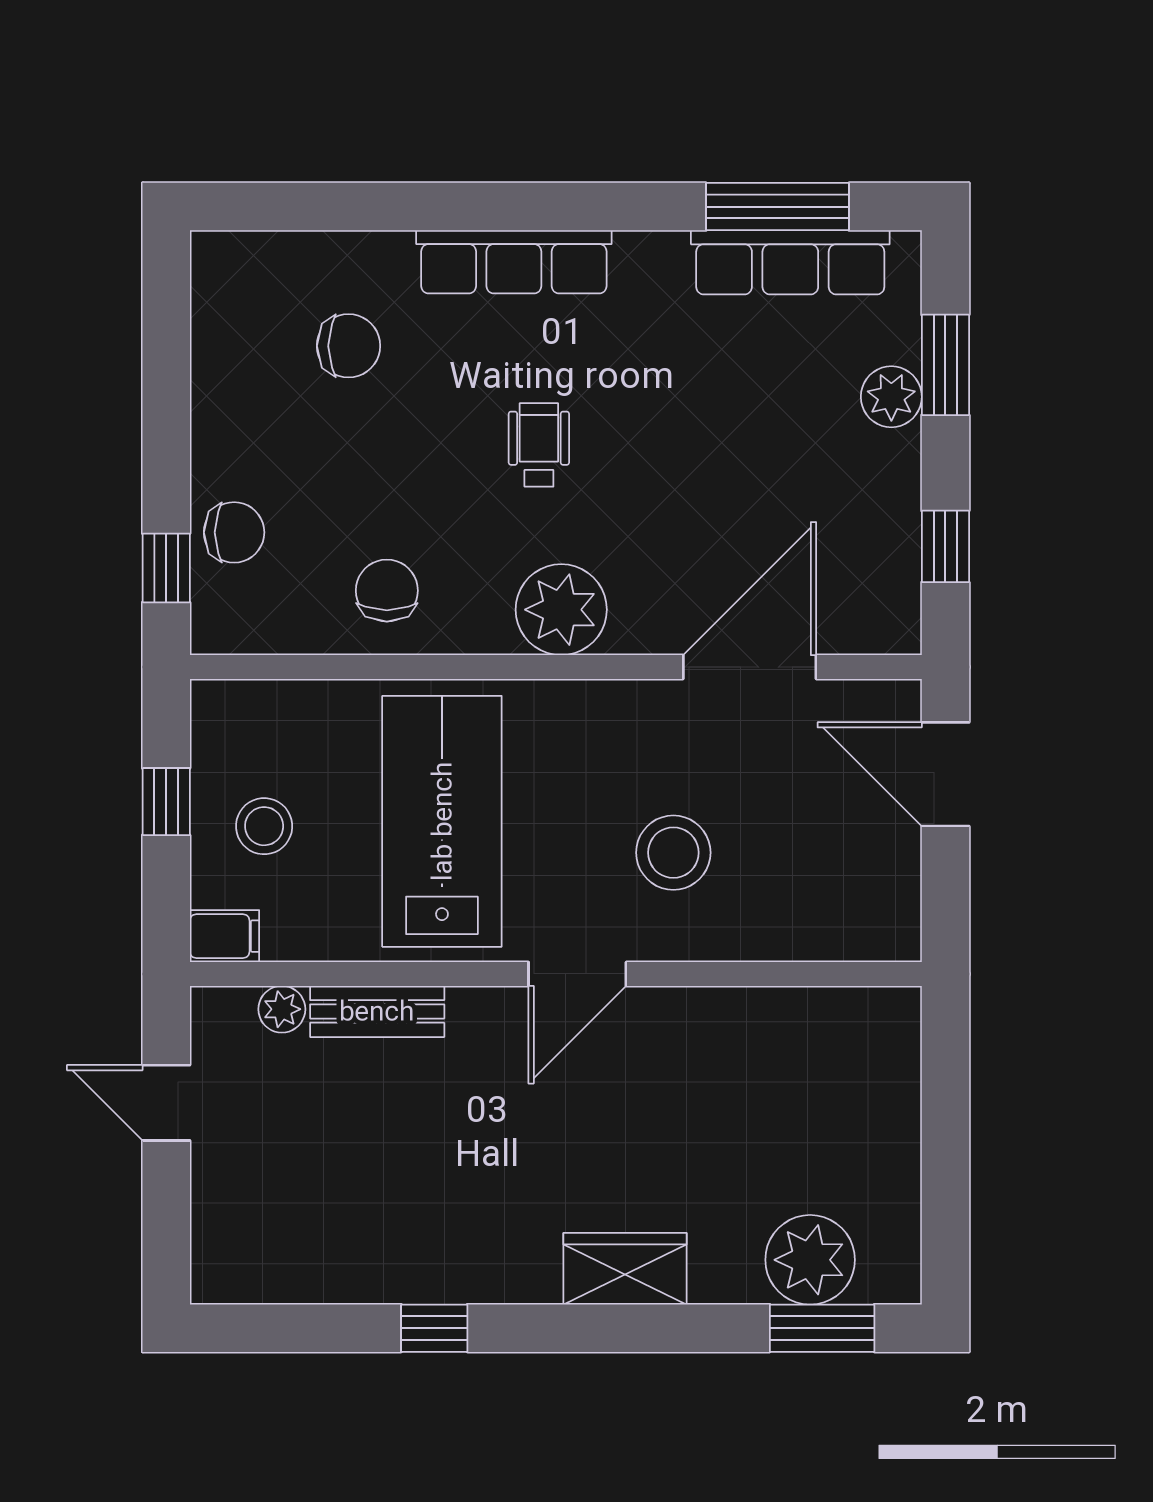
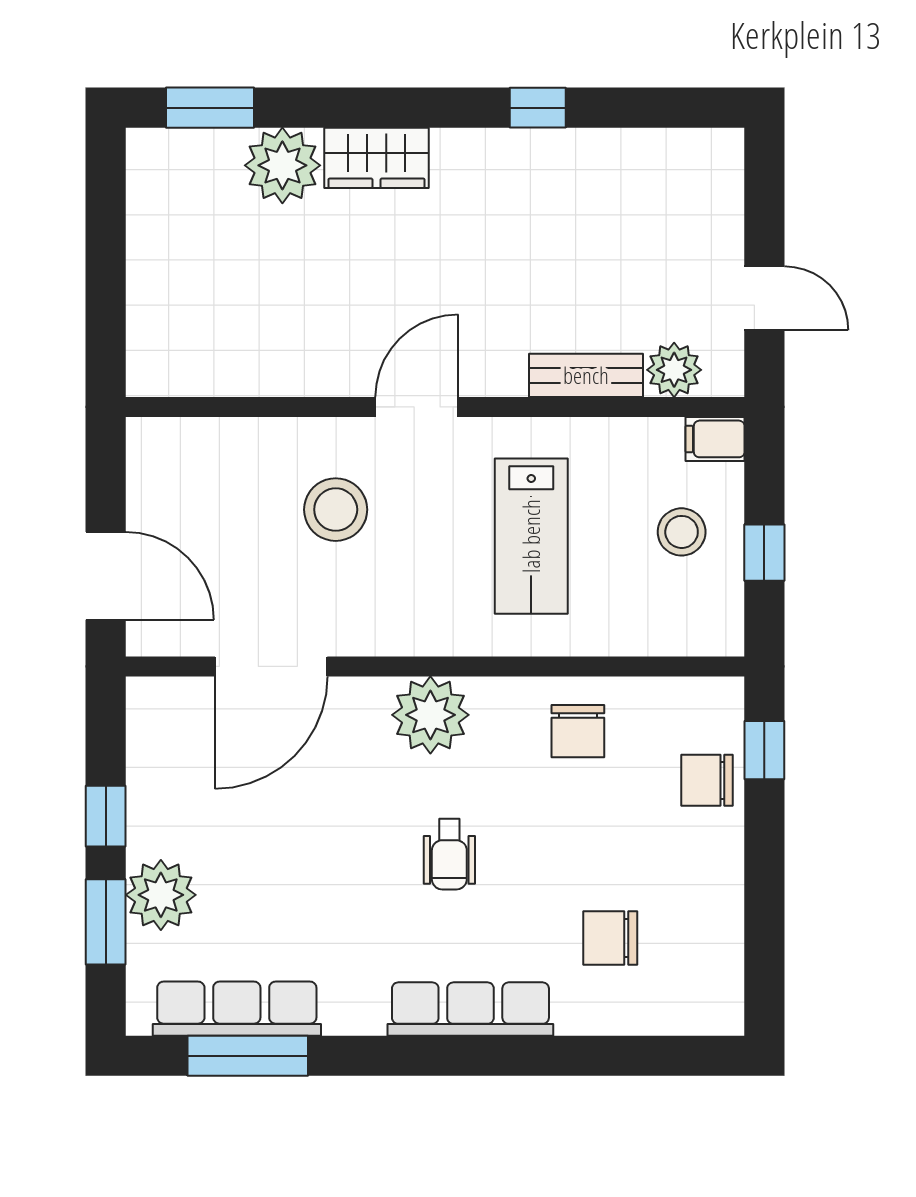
plant: (891, 397) -> (161, 895), width x1.36, depth x1.36
window: (945, 546) -> (106, 816), moved
lab bench: (442, 821) -> (531, 536), width x0.73, depth x0.72
plant: (282, 1009) -> (674, 370), width x1.38, depth x1.38
plant: (810, 1260) -> (282, 165), moved

